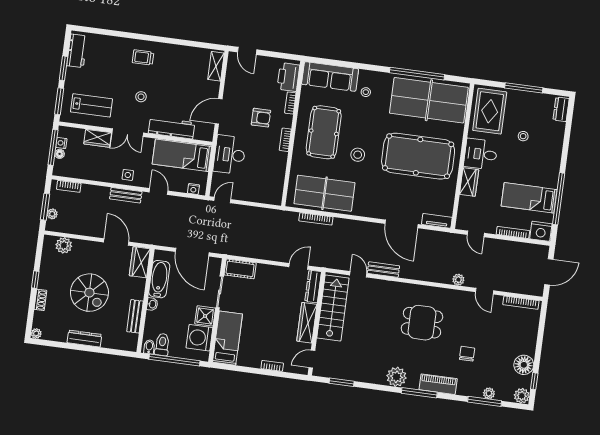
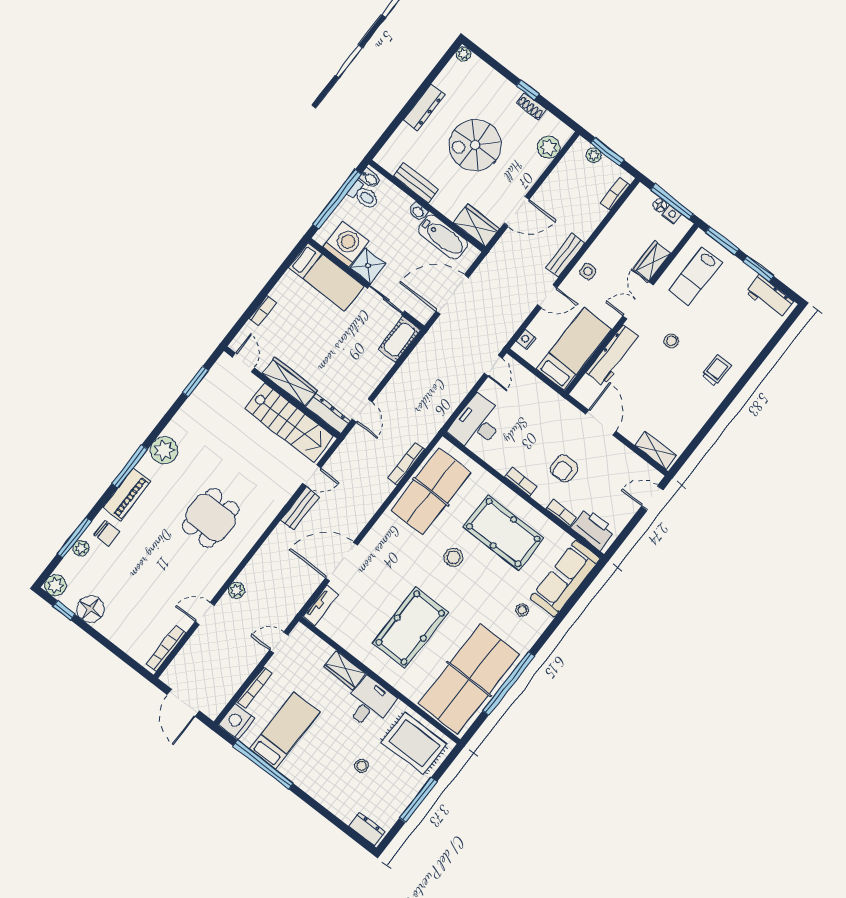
desk: (230, 155) -> (477, 424), moved, turned -90
pool table: (418, 156) -> (410, 628), width x0.73, depth x0.76
shoe rack: (40, 300) -> (531, 106), moved
chair: (467, 354) -> (107, 533), moved

